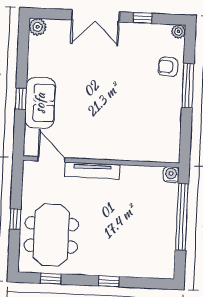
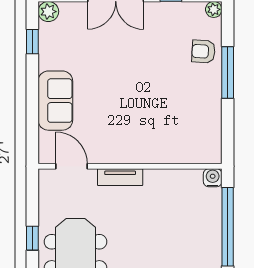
window: (21, 99) -> (32, 42), moved
tv unit: (92, 171) -> (120, 177), width x0.71

